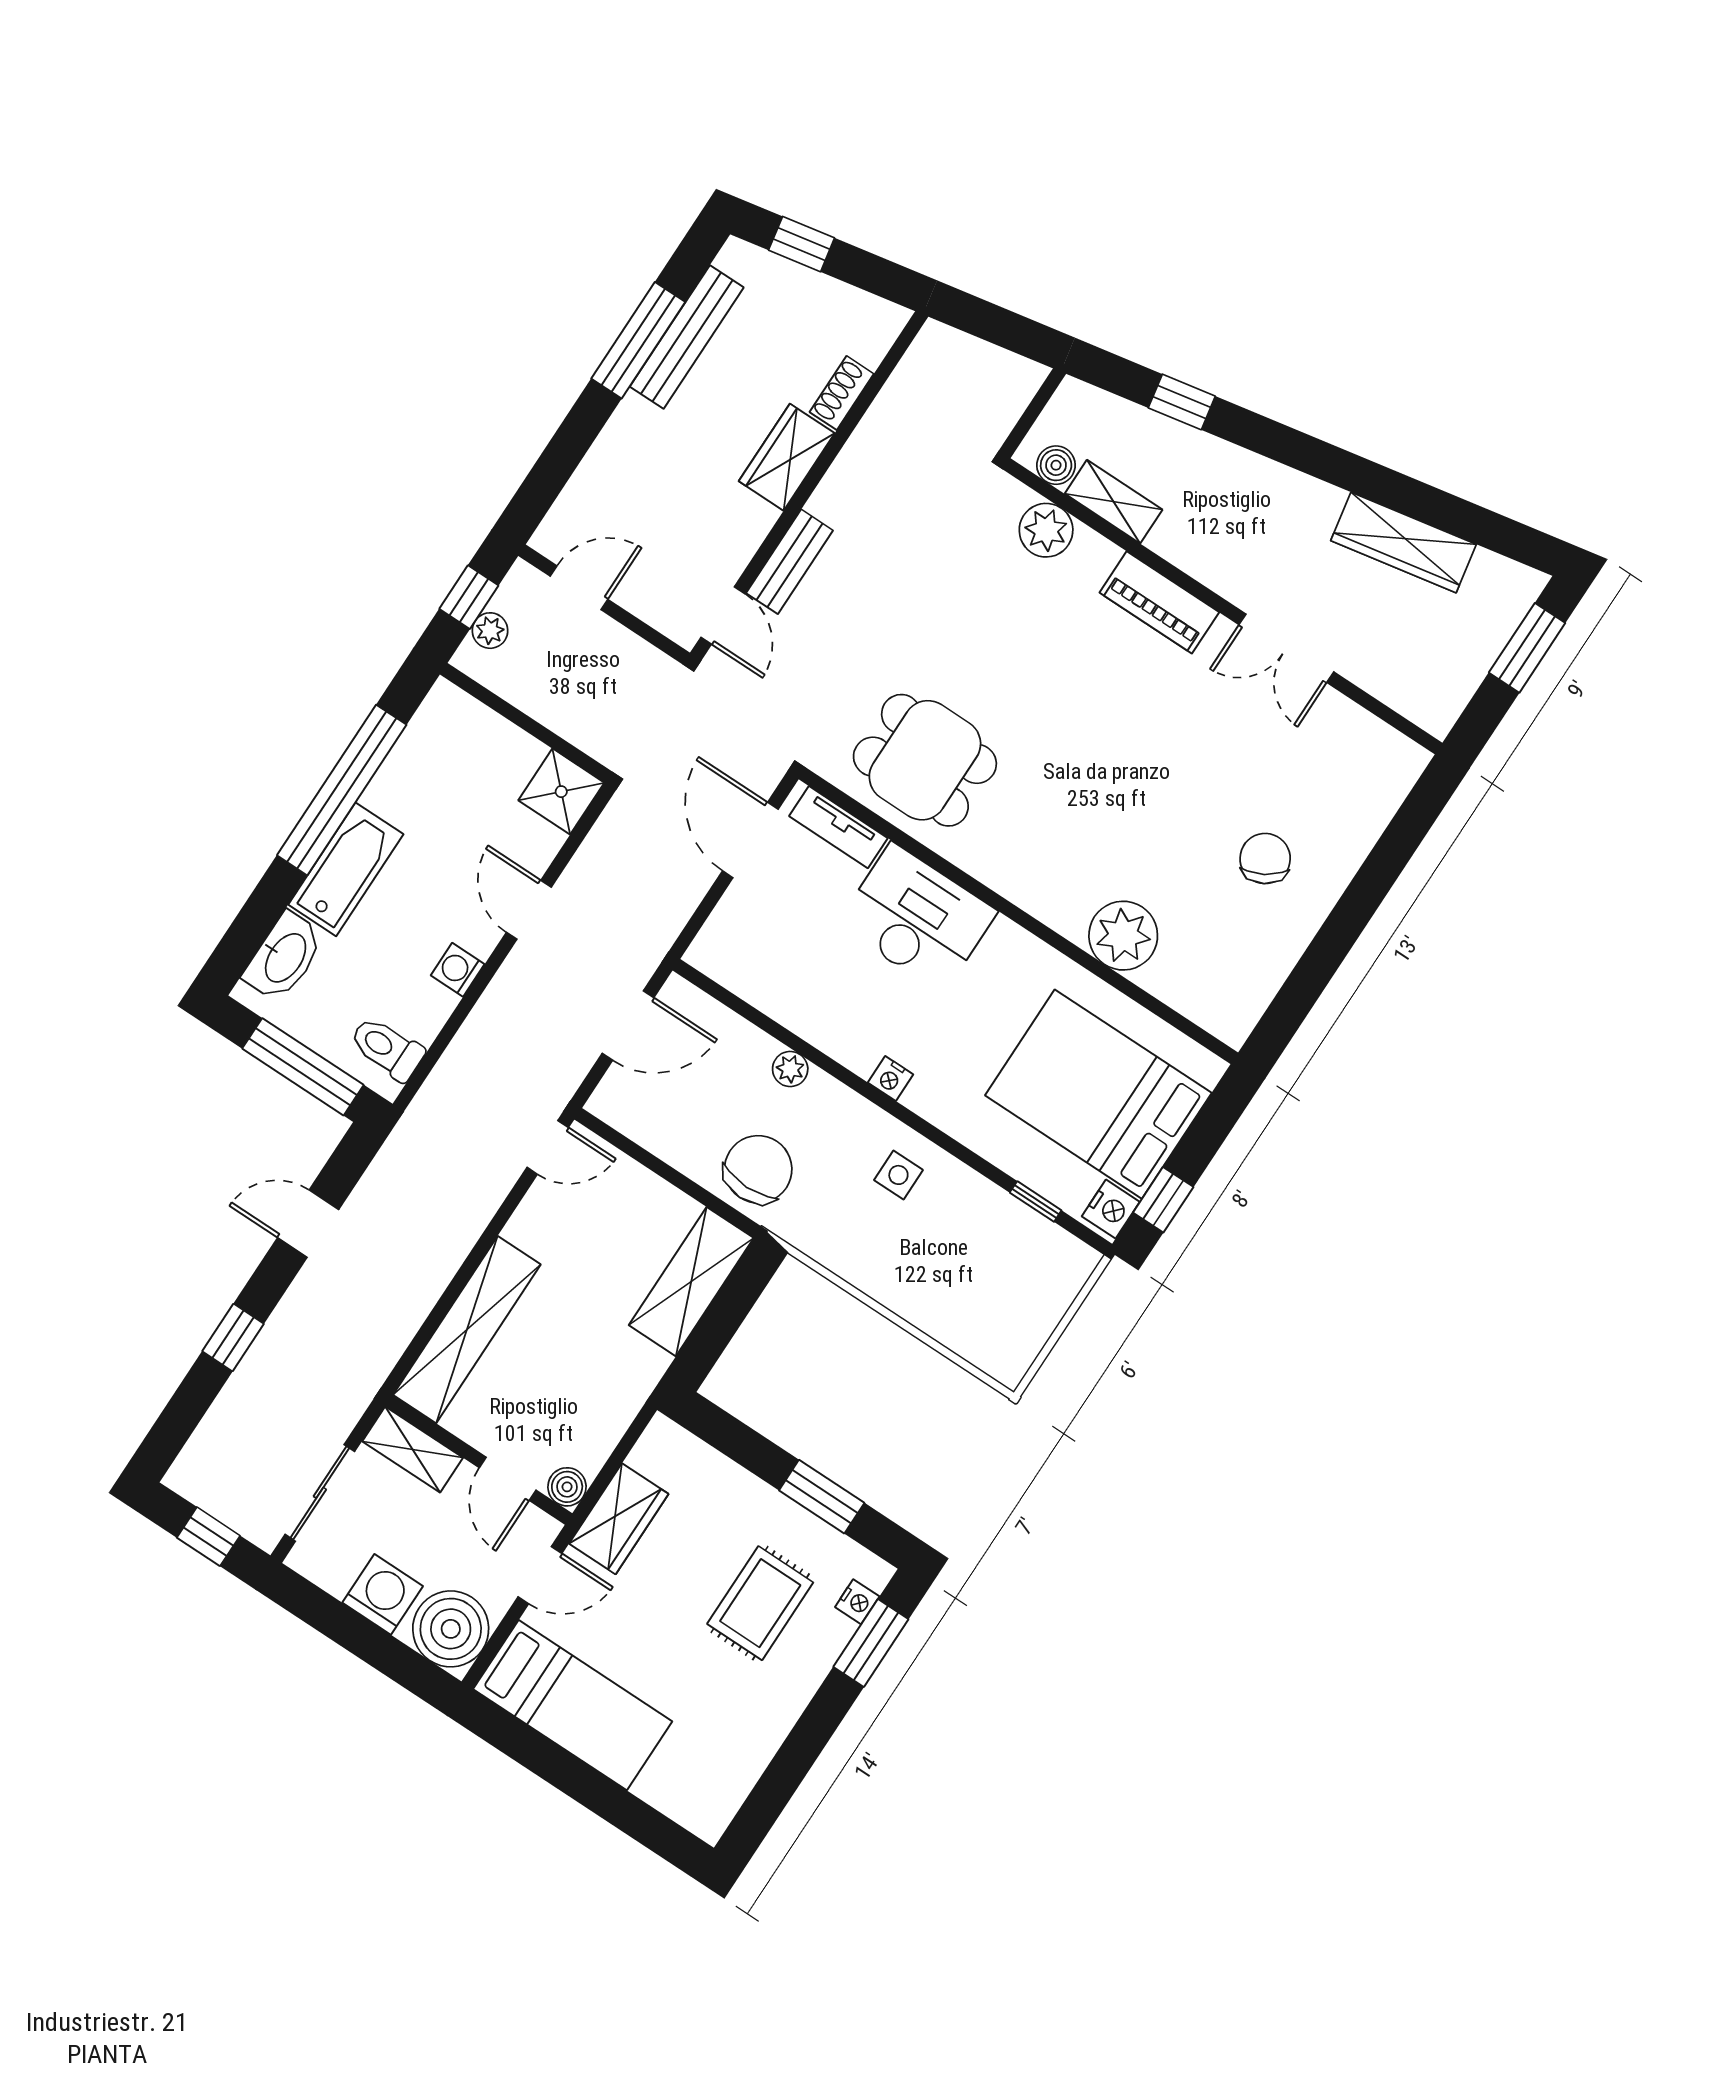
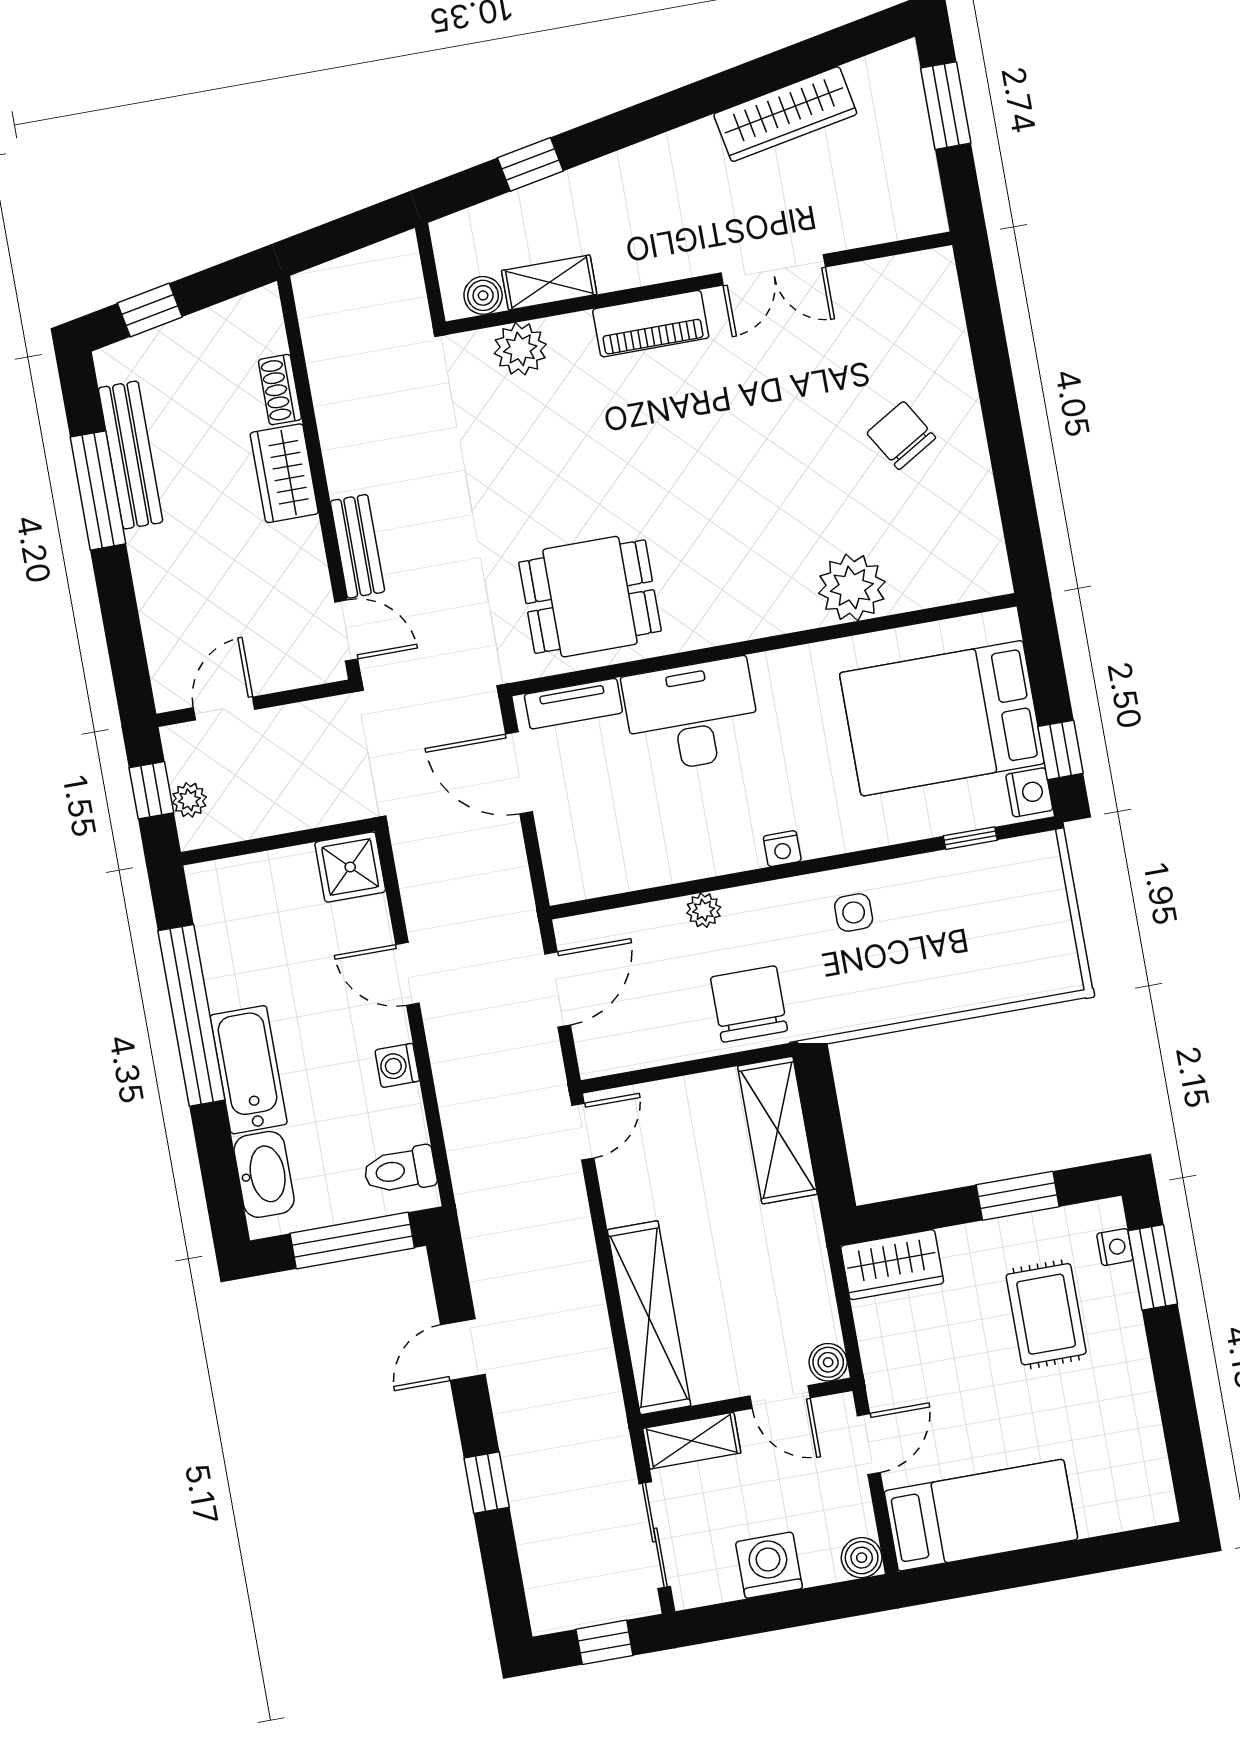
wardrobe: (619, 1519) -> (892, 1265), moved, turned 90
boiler: (451, 1629) -> (862, 1558), width x0.54, depth x0.54

